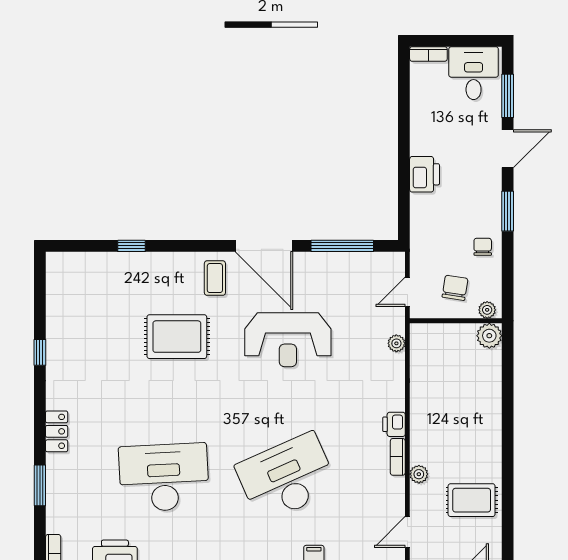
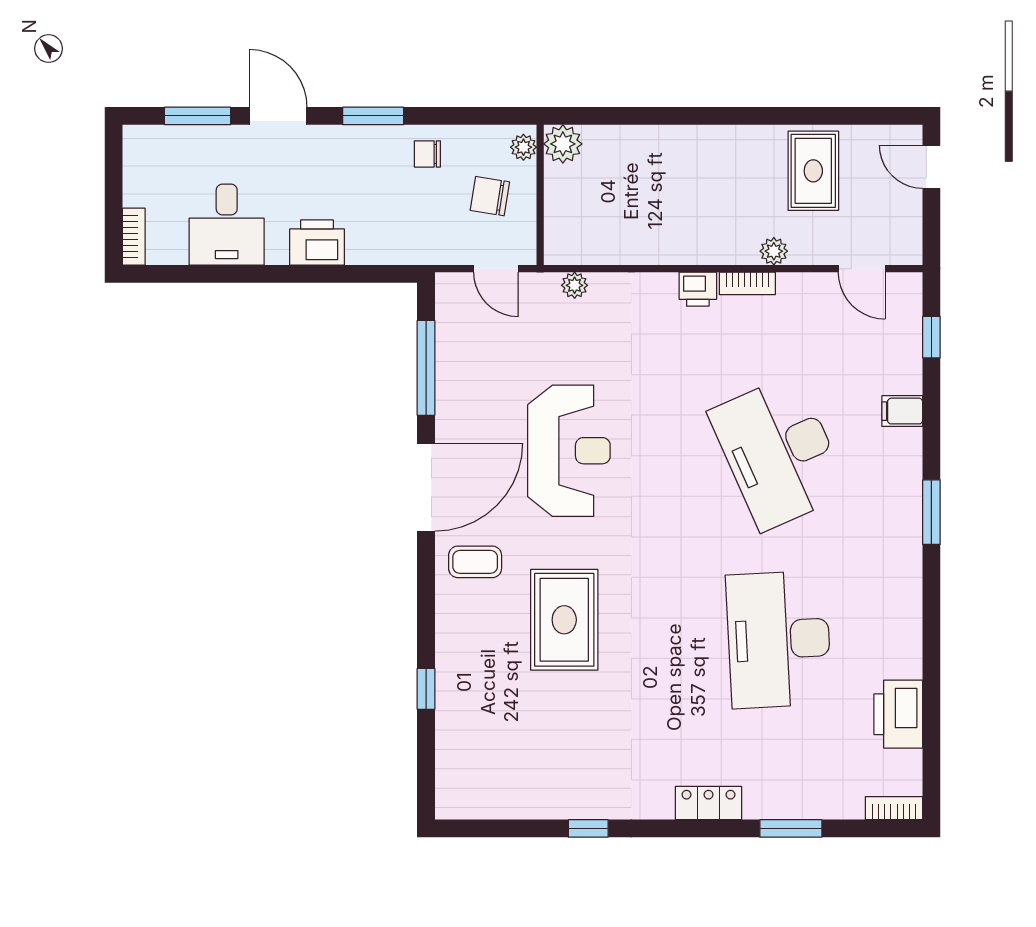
desk: (474, 73) -> (227, 225), moved, turned -90

